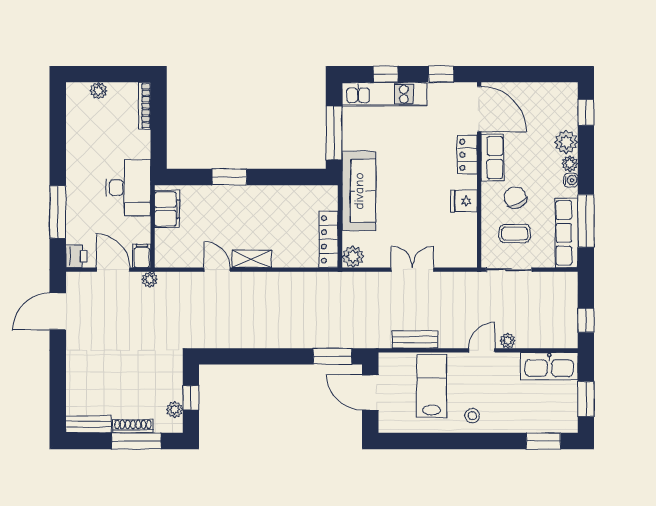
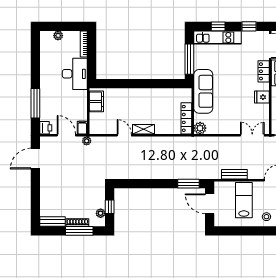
window: (229, 177) -> (131, 84), removed
desk: (128, 188) -> (75, 74), moved
double door: (412, 270) -> (252, 135), moved

